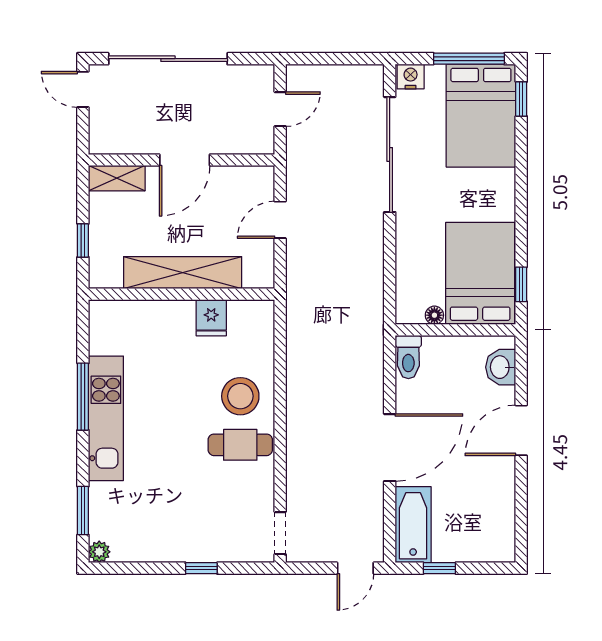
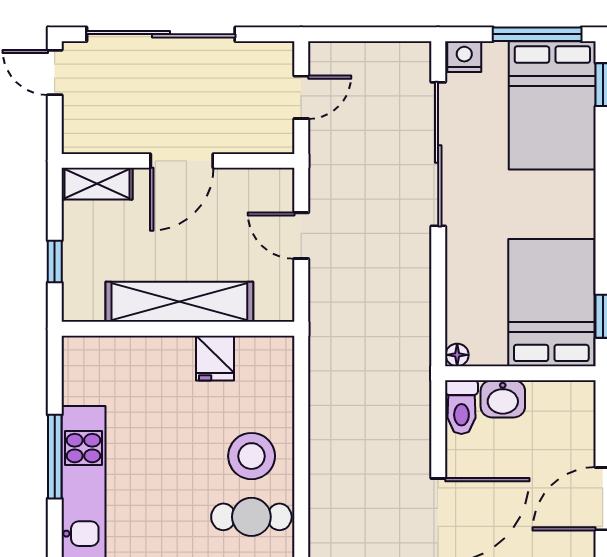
door: (280, 220) -> (301, 236), hinge flipped
floor lamp: (434, 315) -> (457, 355), moved
washbasin: (501, 367) -> (503, 399), moved, turned -90

